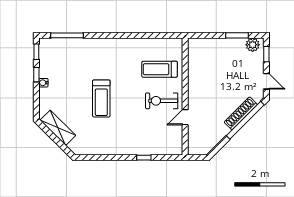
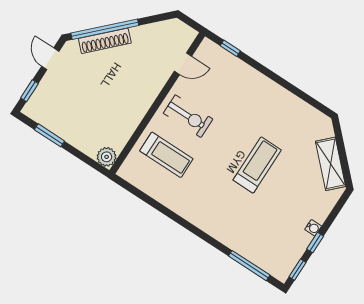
plant: (253, 45) -> (107, 157), moved
door: (185, 117) -> (183, 64), moved
window: (144, 158) -> (230, 48), moved

